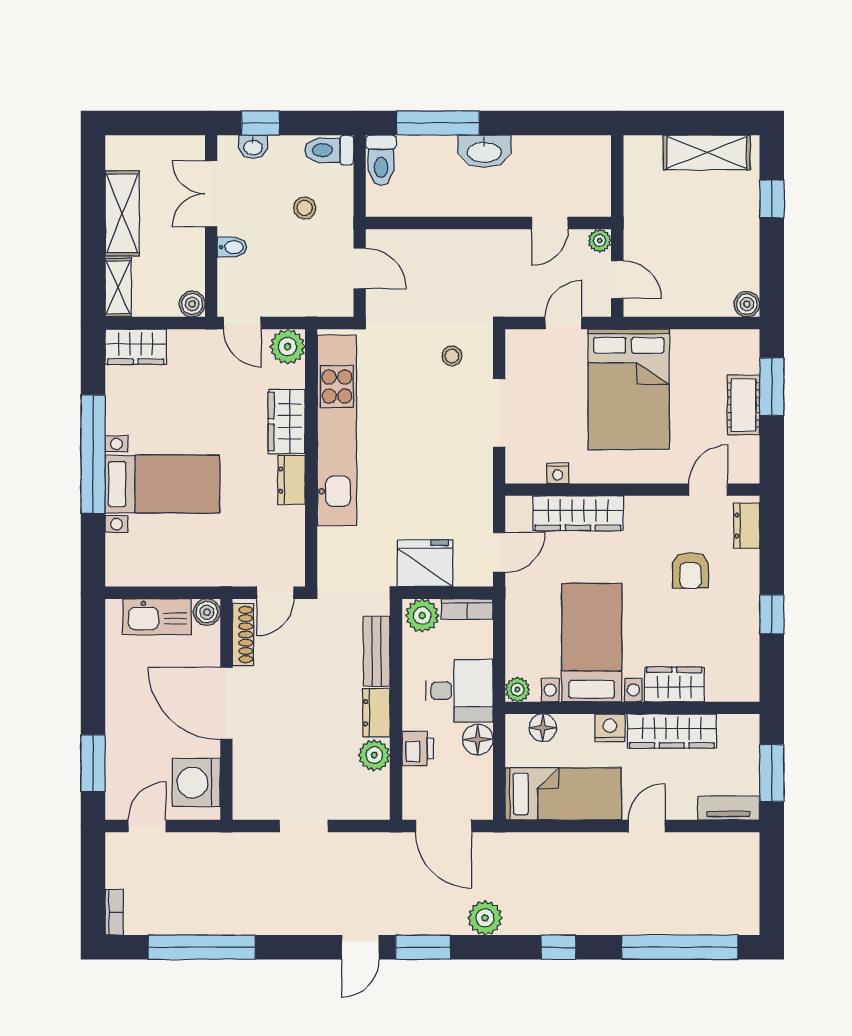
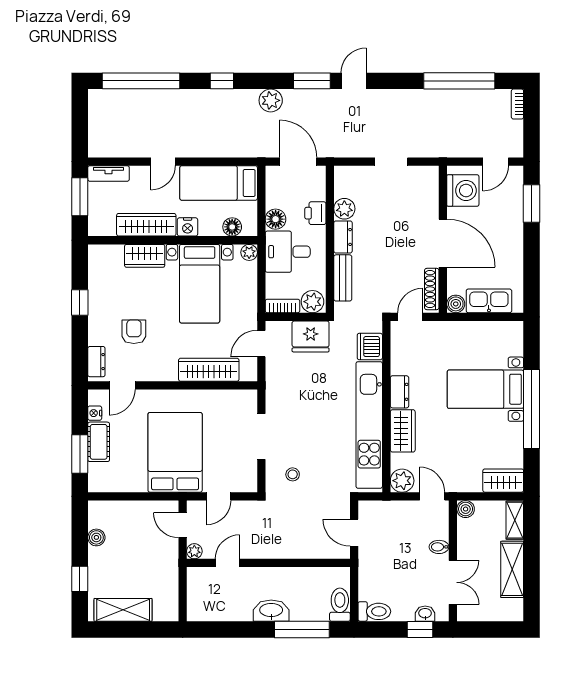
stool: (305, 208) -> (391, 573), removed
boiler: (747, 304) -> (96, 537), moved
nightstand: (558, 473) -> (95, 413), moved, turned -90
dishwasher: (336, 548) -> (370, 347), added

